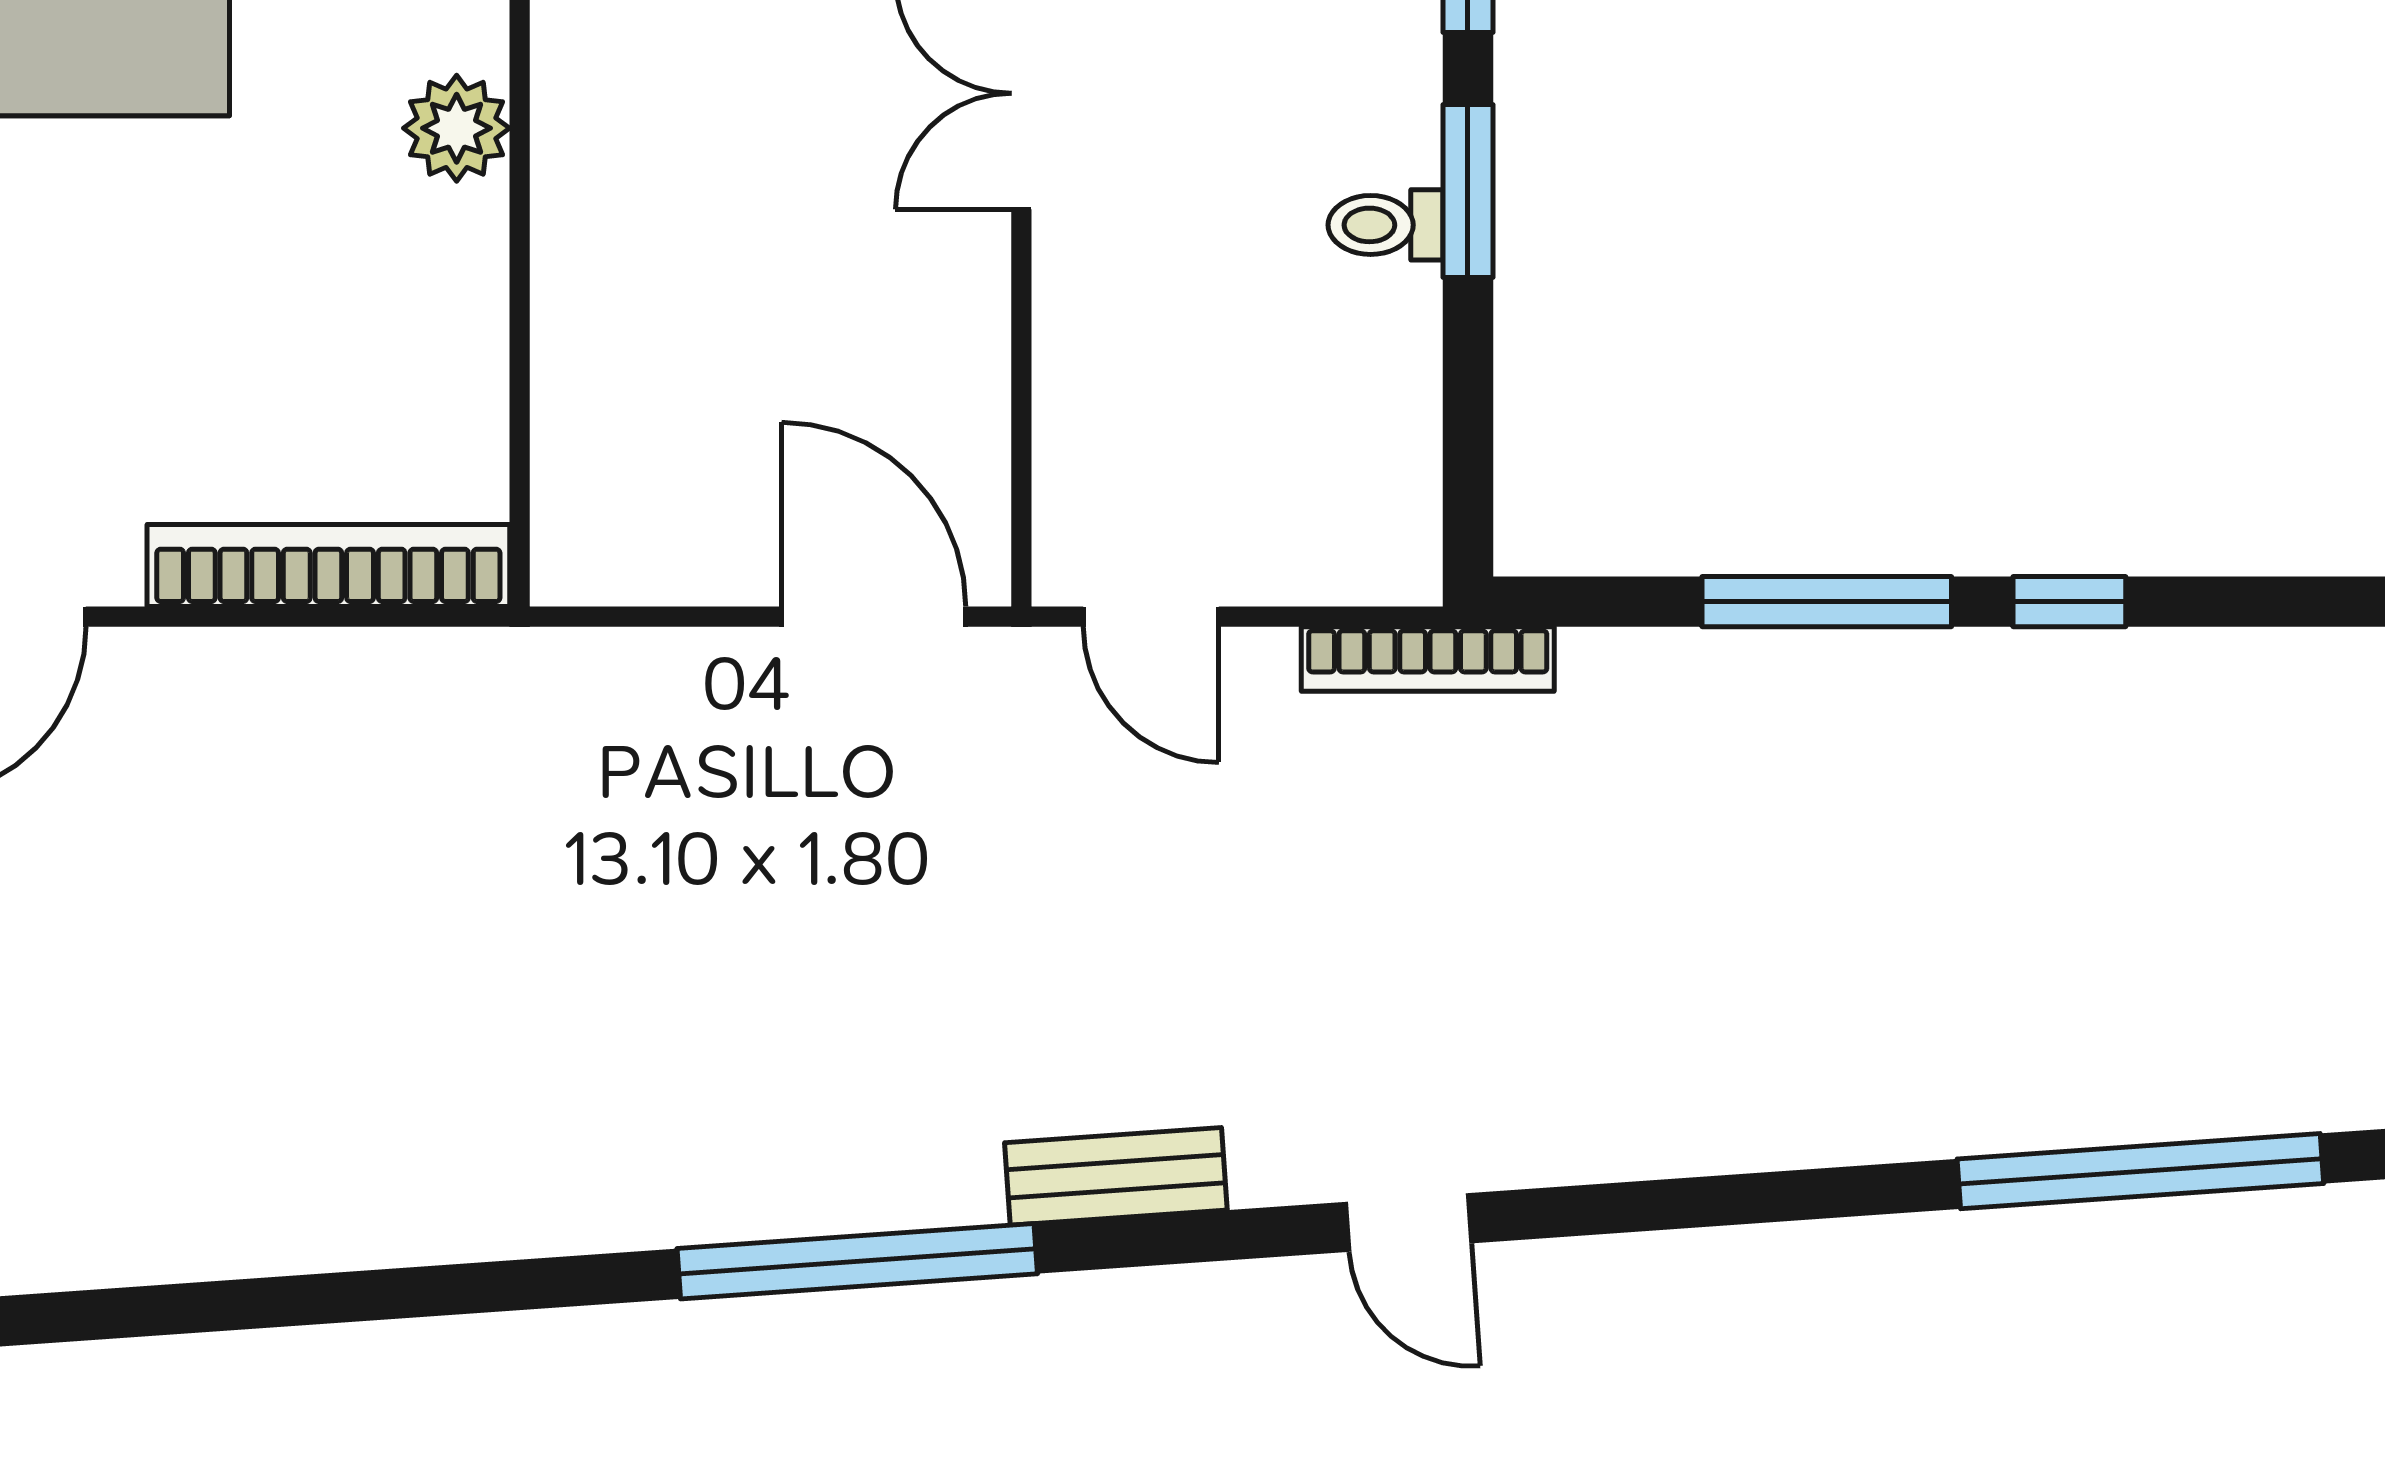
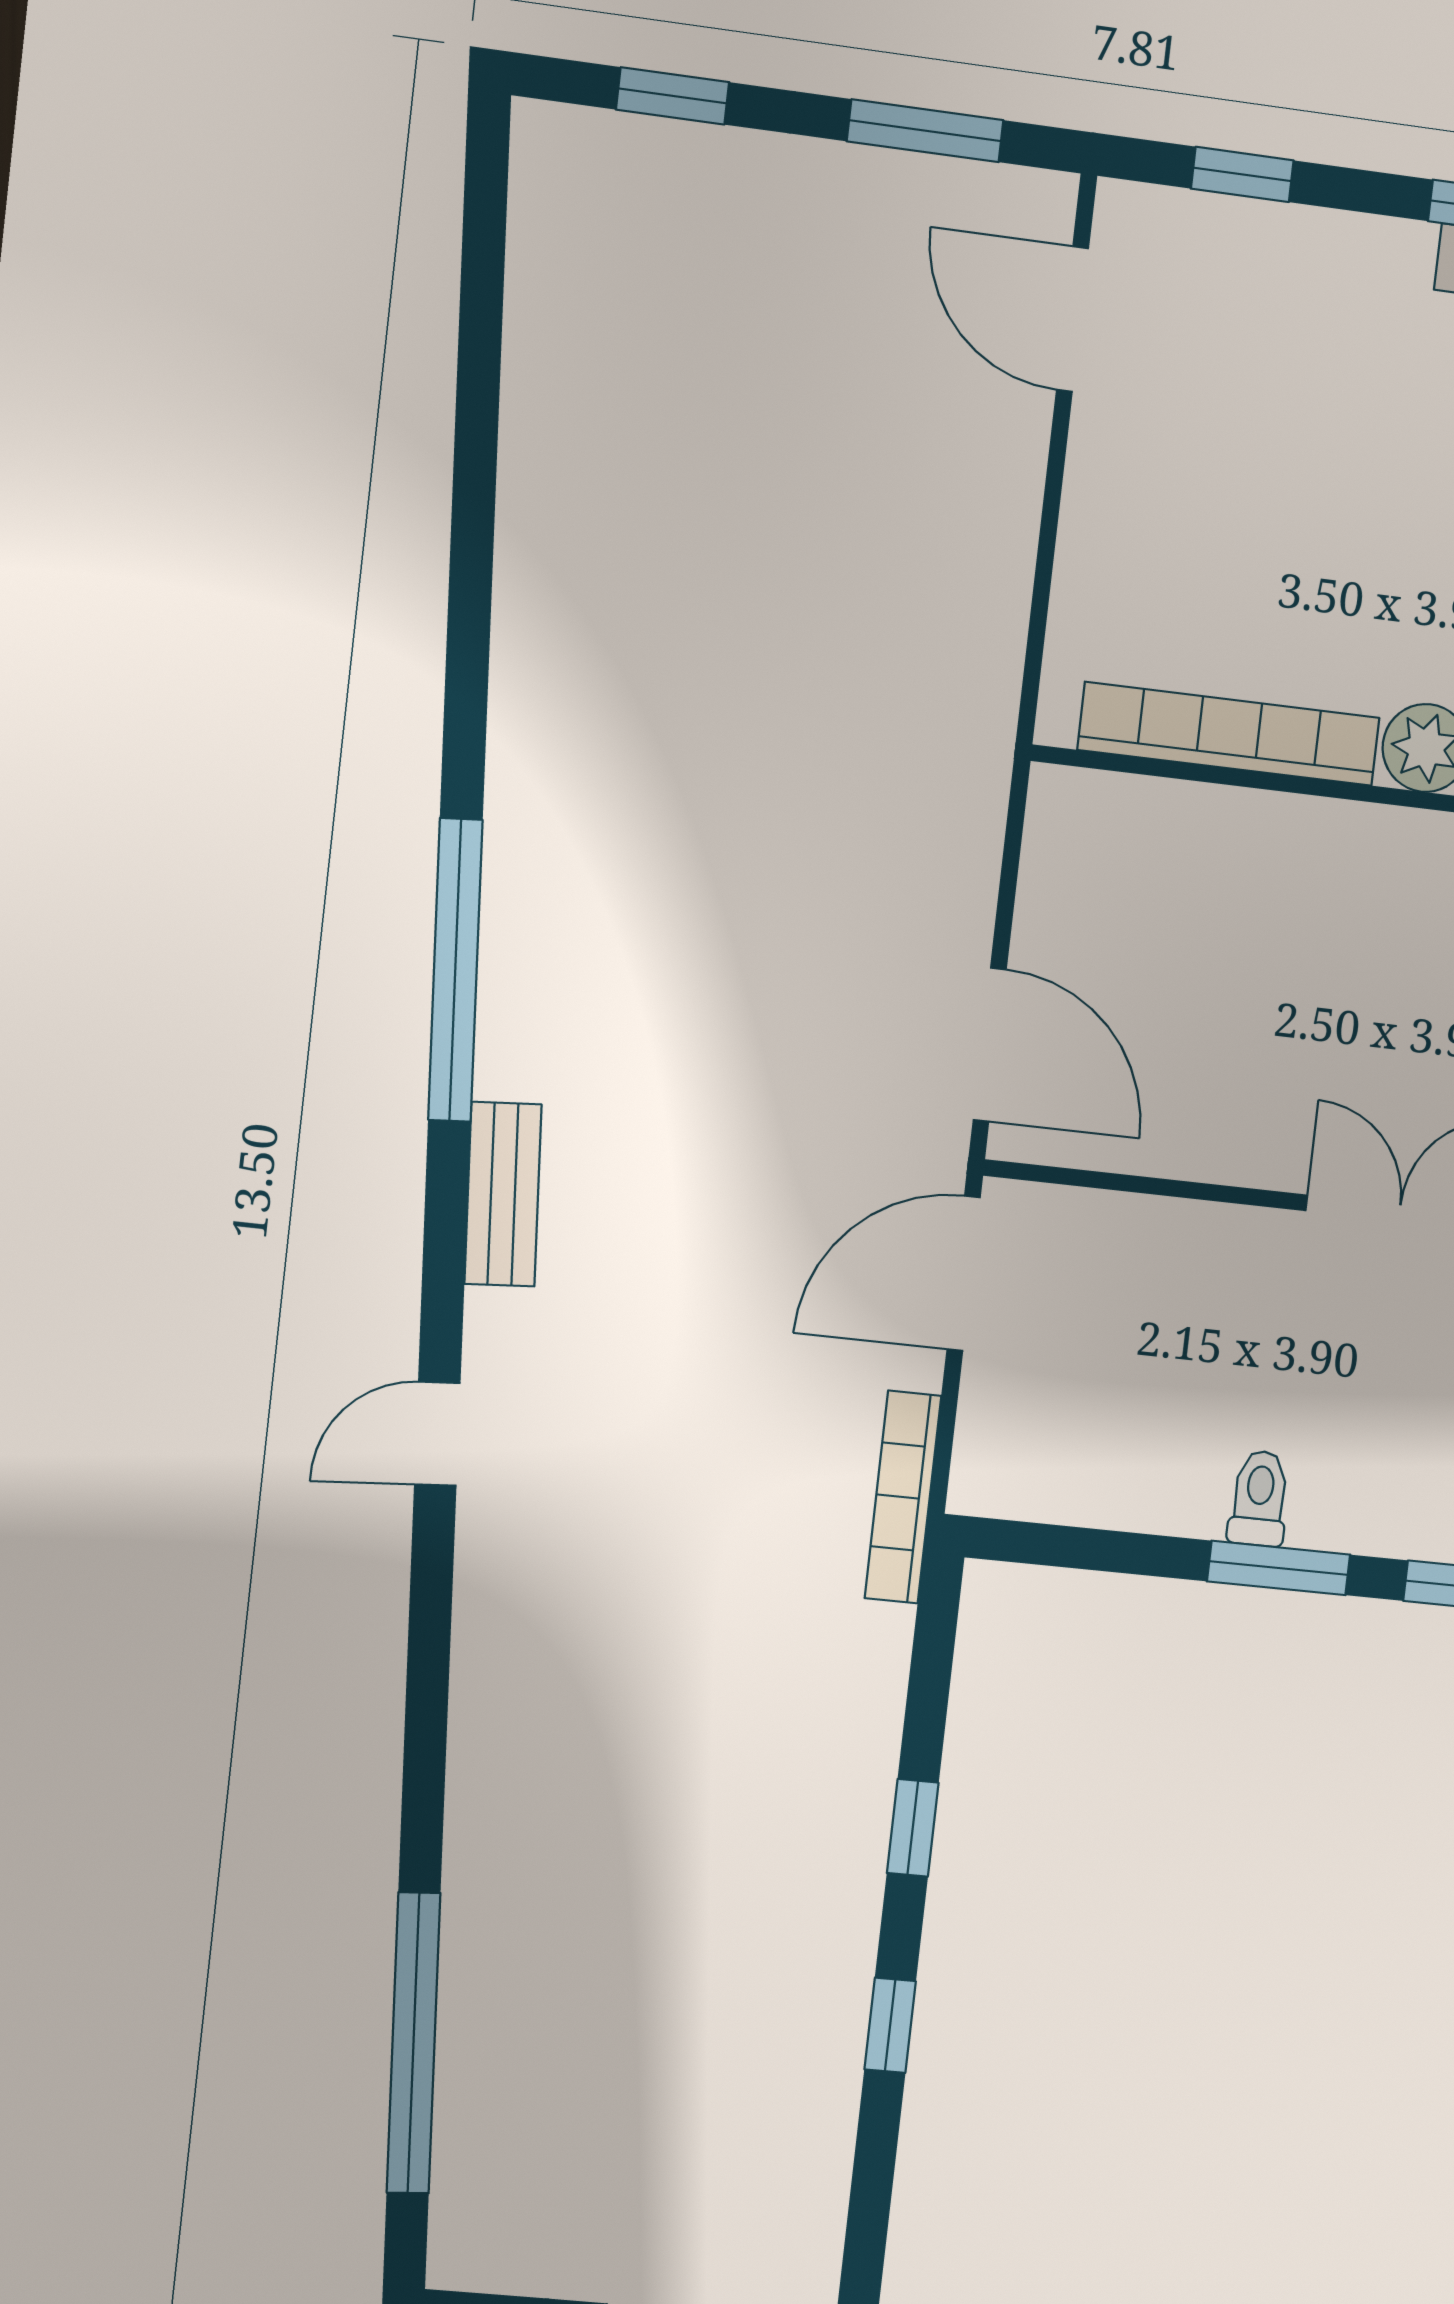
bookcase: (328, 565) -> (1229, 734), moved, turned -90
window: (1827, 602) -> (913, 1828), width x0.46
door: (874, 617) -> (990, 1045), hinge flipped
door: (1151, 617) -> (964, 1273), width x1.38

